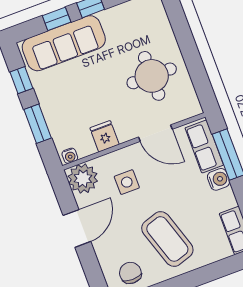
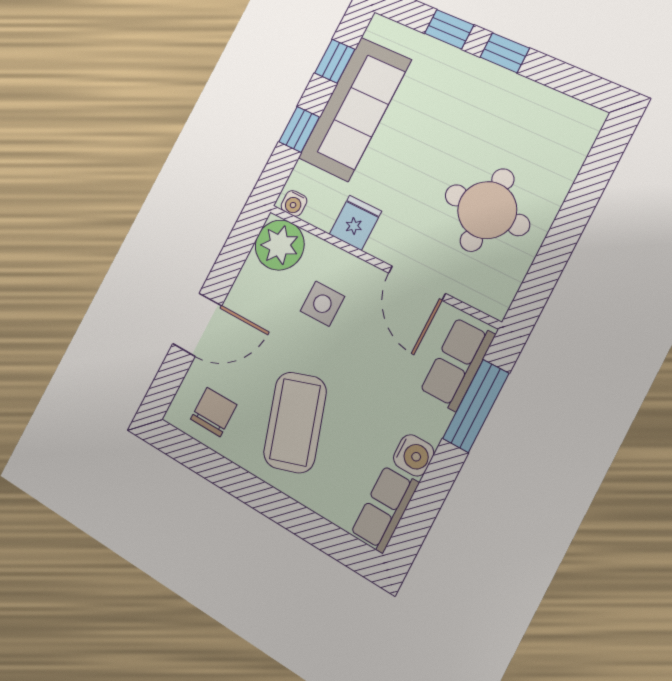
sofa: (64, 43) -> (355, 109), moved, turned -90
window: (38, 124) -> (299, 129), width x0.67
water cooler: (218, 179) -> (414, 455), moved
door: (77, 228) -> (197, 325), moved

